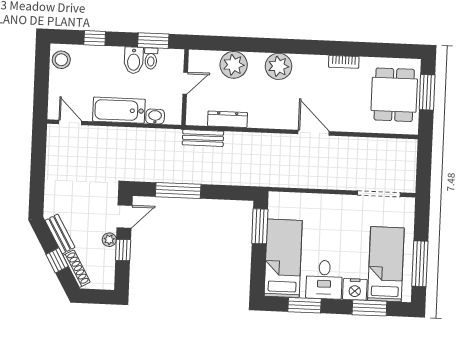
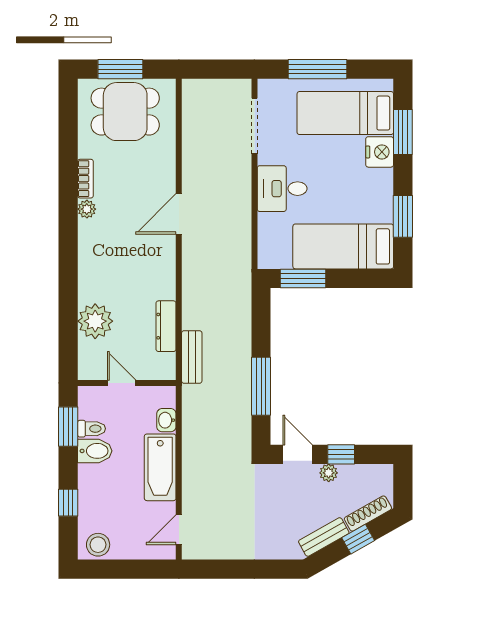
plant: (279, 66) -> (87, 209), moved, width x0.53, depth x0.53
window: (420, 264) -> (317, 69), moved
desk: (324, 280) -> (282, 189), moved, turned 180

